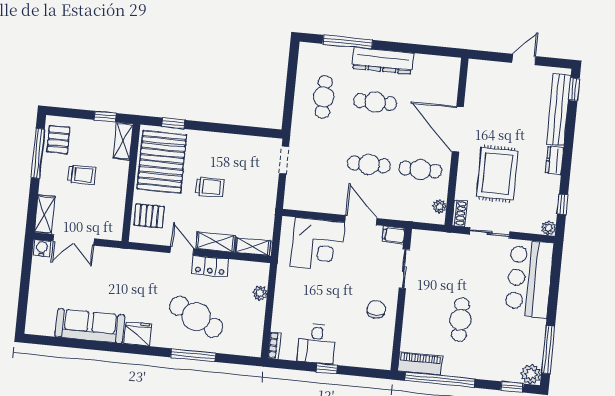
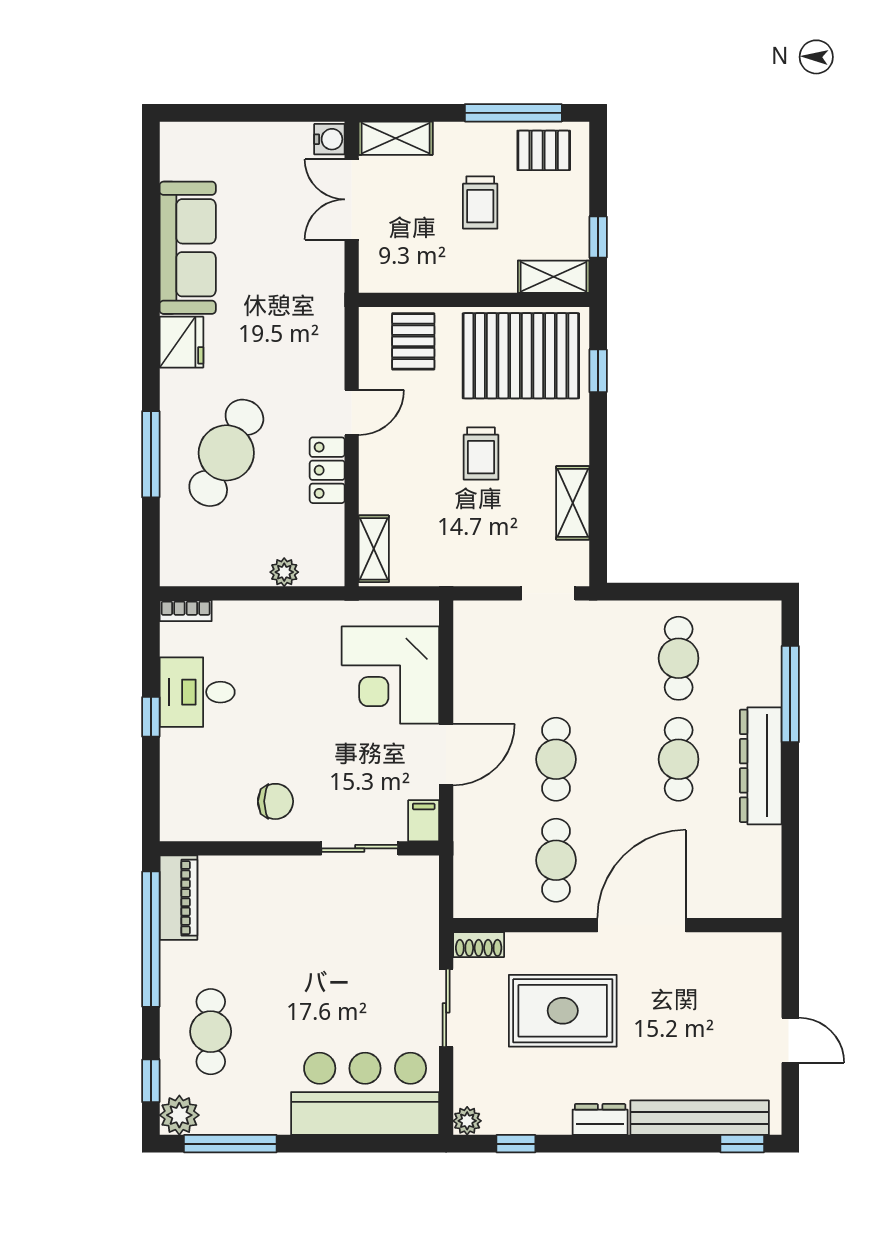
cafe table: (324, 97) -> (679, 658), turned 90
plant: (440, 206) -> (488, 905), removed
shelving: (215, 242) -> (573, 503), moved
cafe table: (460, 320) -> (211, 1032), moved, turned 90

